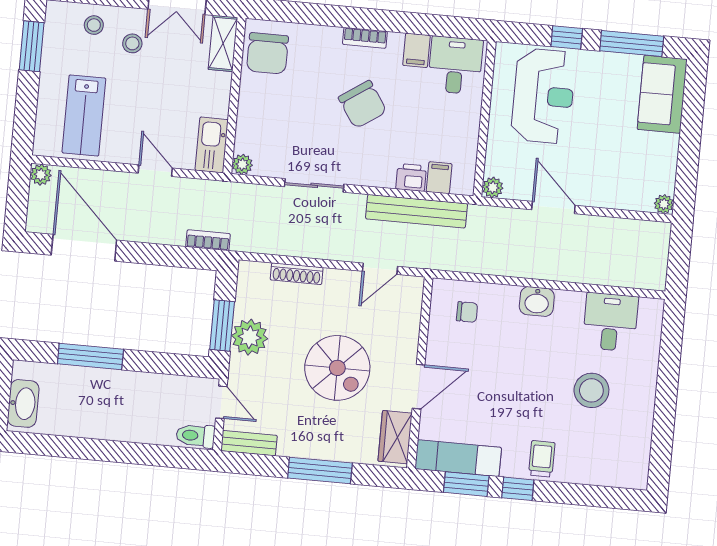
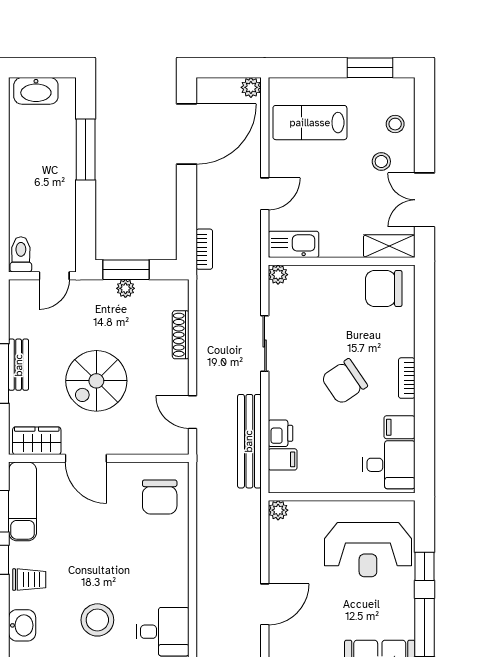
door: (553, 208) -> (265, 604), moved
washbasin: (537, 301) -> (22, 625), moved, turned 180
chair: (467, 312) -> (160, 497), width x1.87, depth x1.87
plant: (250, 337) -> (125, 288), width x0.53, depth x0.53
bench: (249, 443) -> (19, 365), moved

